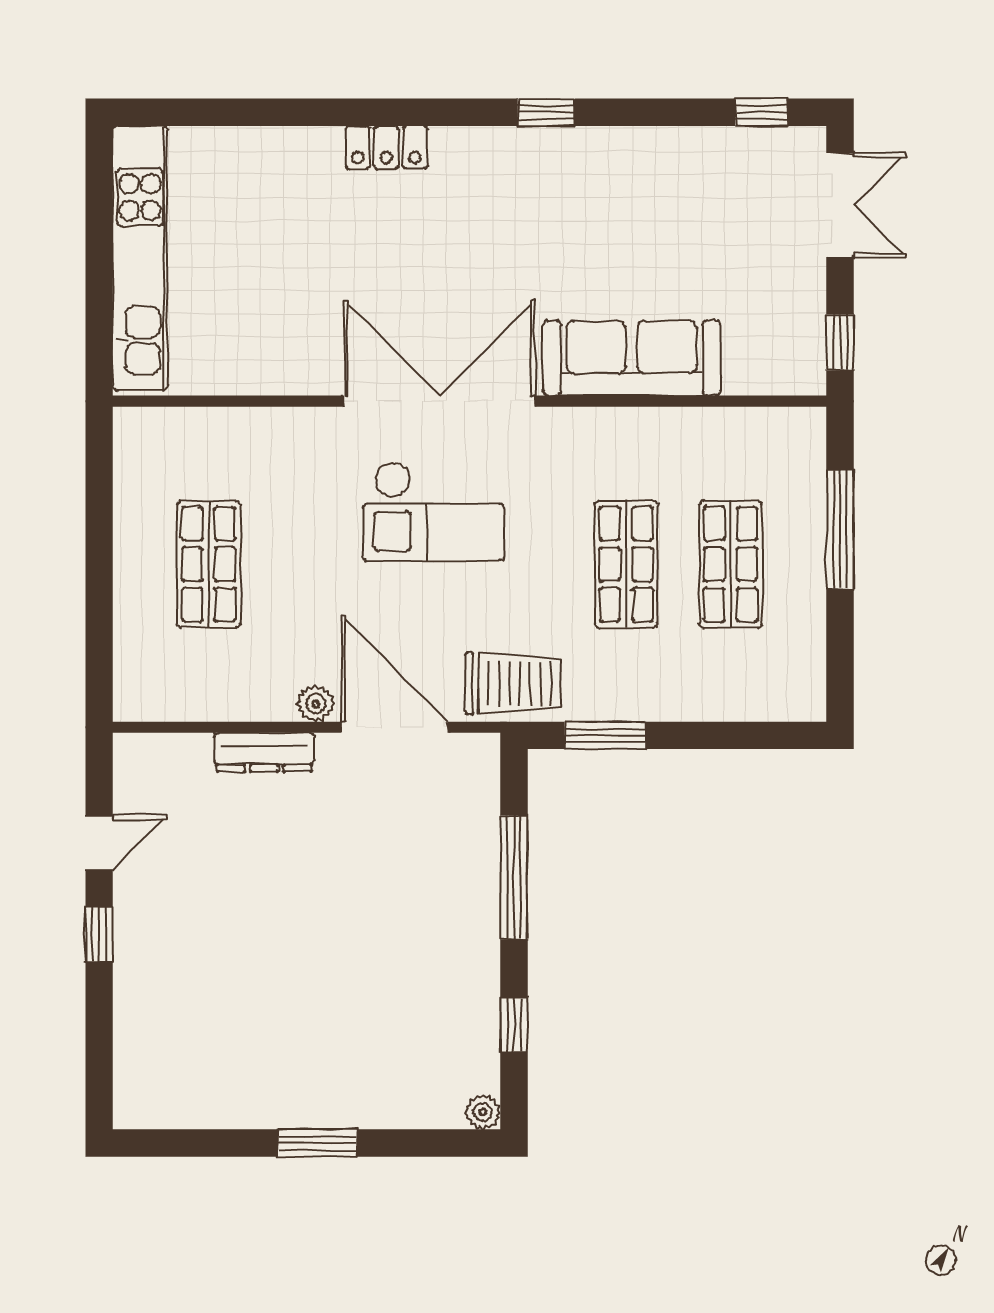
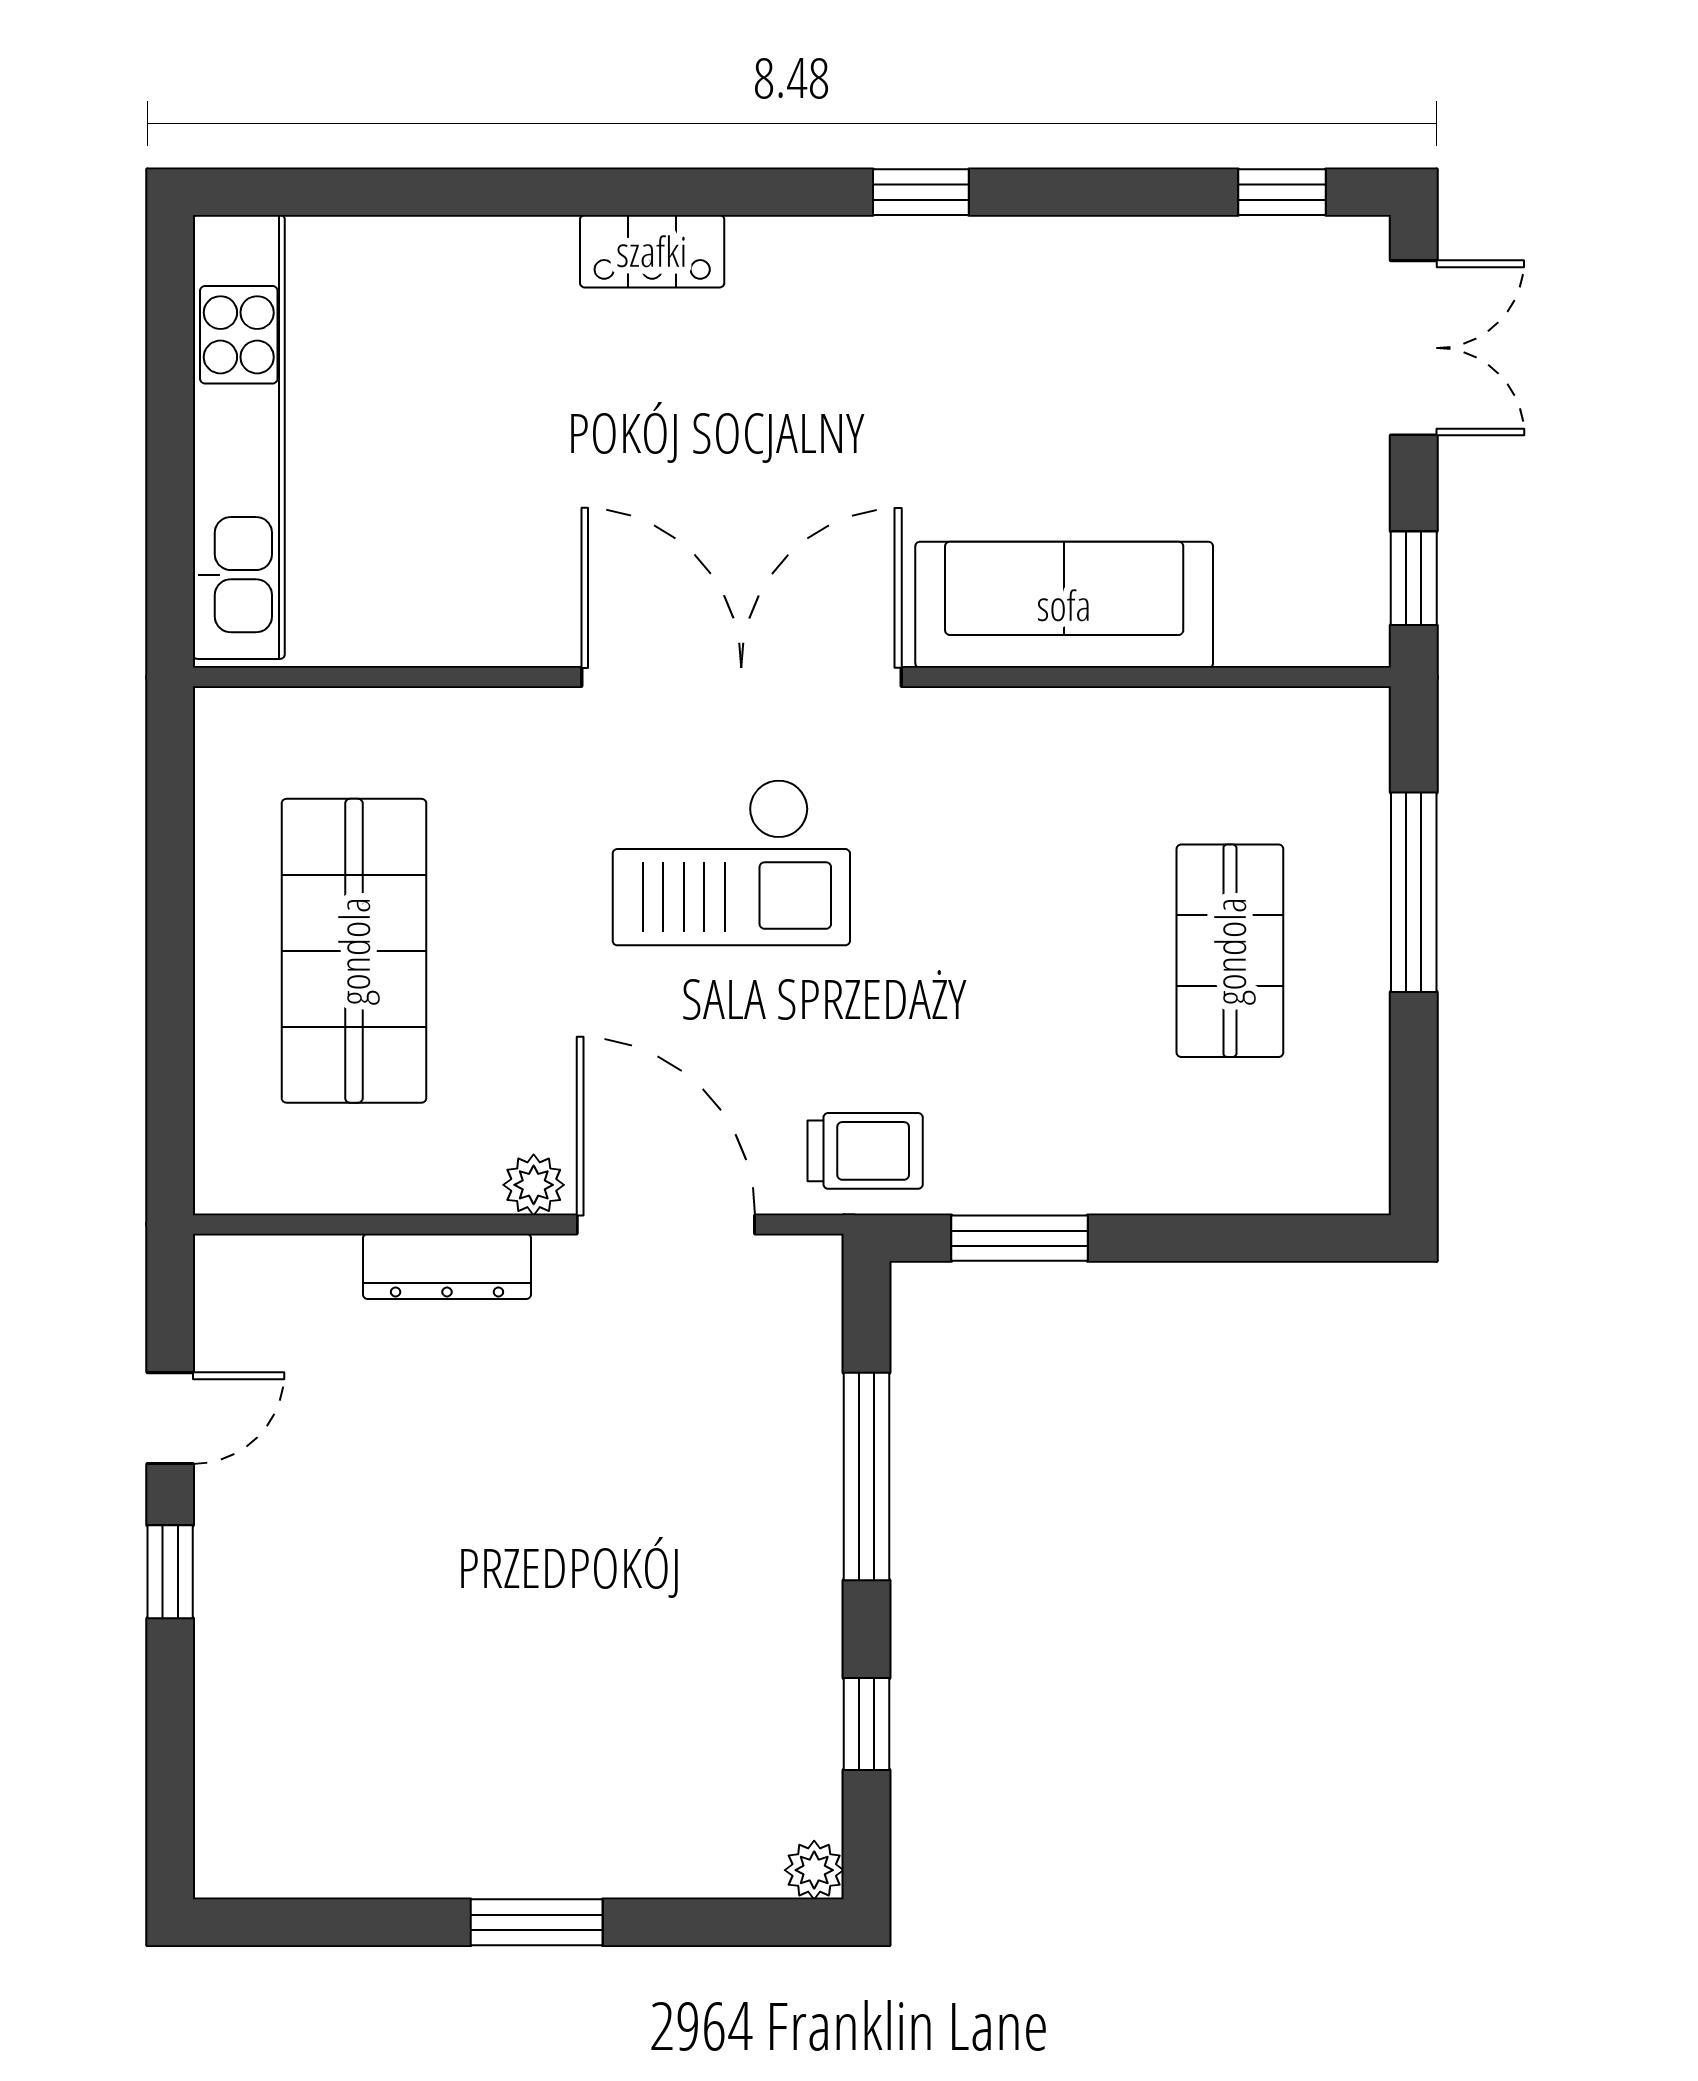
shop shelf: (209, 564) -> (354, 951), width x1.43, depth x1.36
shop shelf: (626, 564) -> (1055, 951), removed
trolley: (513, 683) -> (865, 1151), width x0.73, depth x0.72

